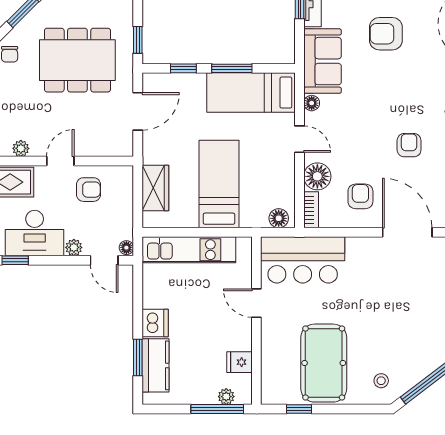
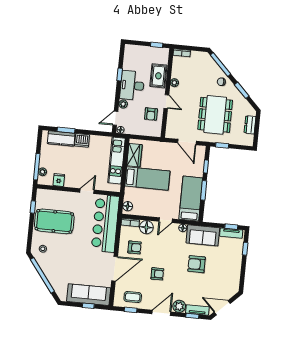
armchair: (386, 34) -> (197, 264), moved, turned -90
wardrobe: (155, 188) -> (134, 155), moved, turned -90
bar counter: (303, 260) -> (105, 223), width x1.36

